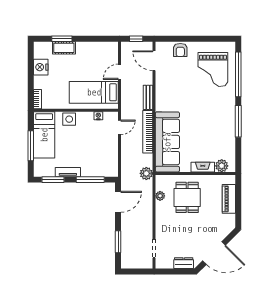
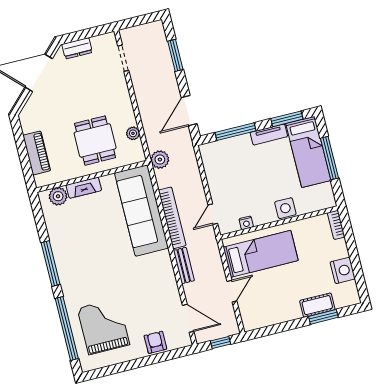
bed: (44, 135) -> (308, 152), moved, turned 180

